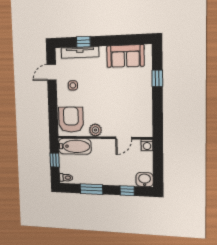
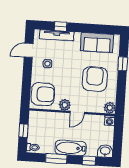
armchair: (126, 99) -> (95, 79), added
armchair: (71, 120) -> (43, 94), turned 90
plant: (146, 130) -> (110, 108), added
door: (124, 138) -> (77, 113), moved
bathtub: (75, 146) -> (71, 148), moved, turned 180

